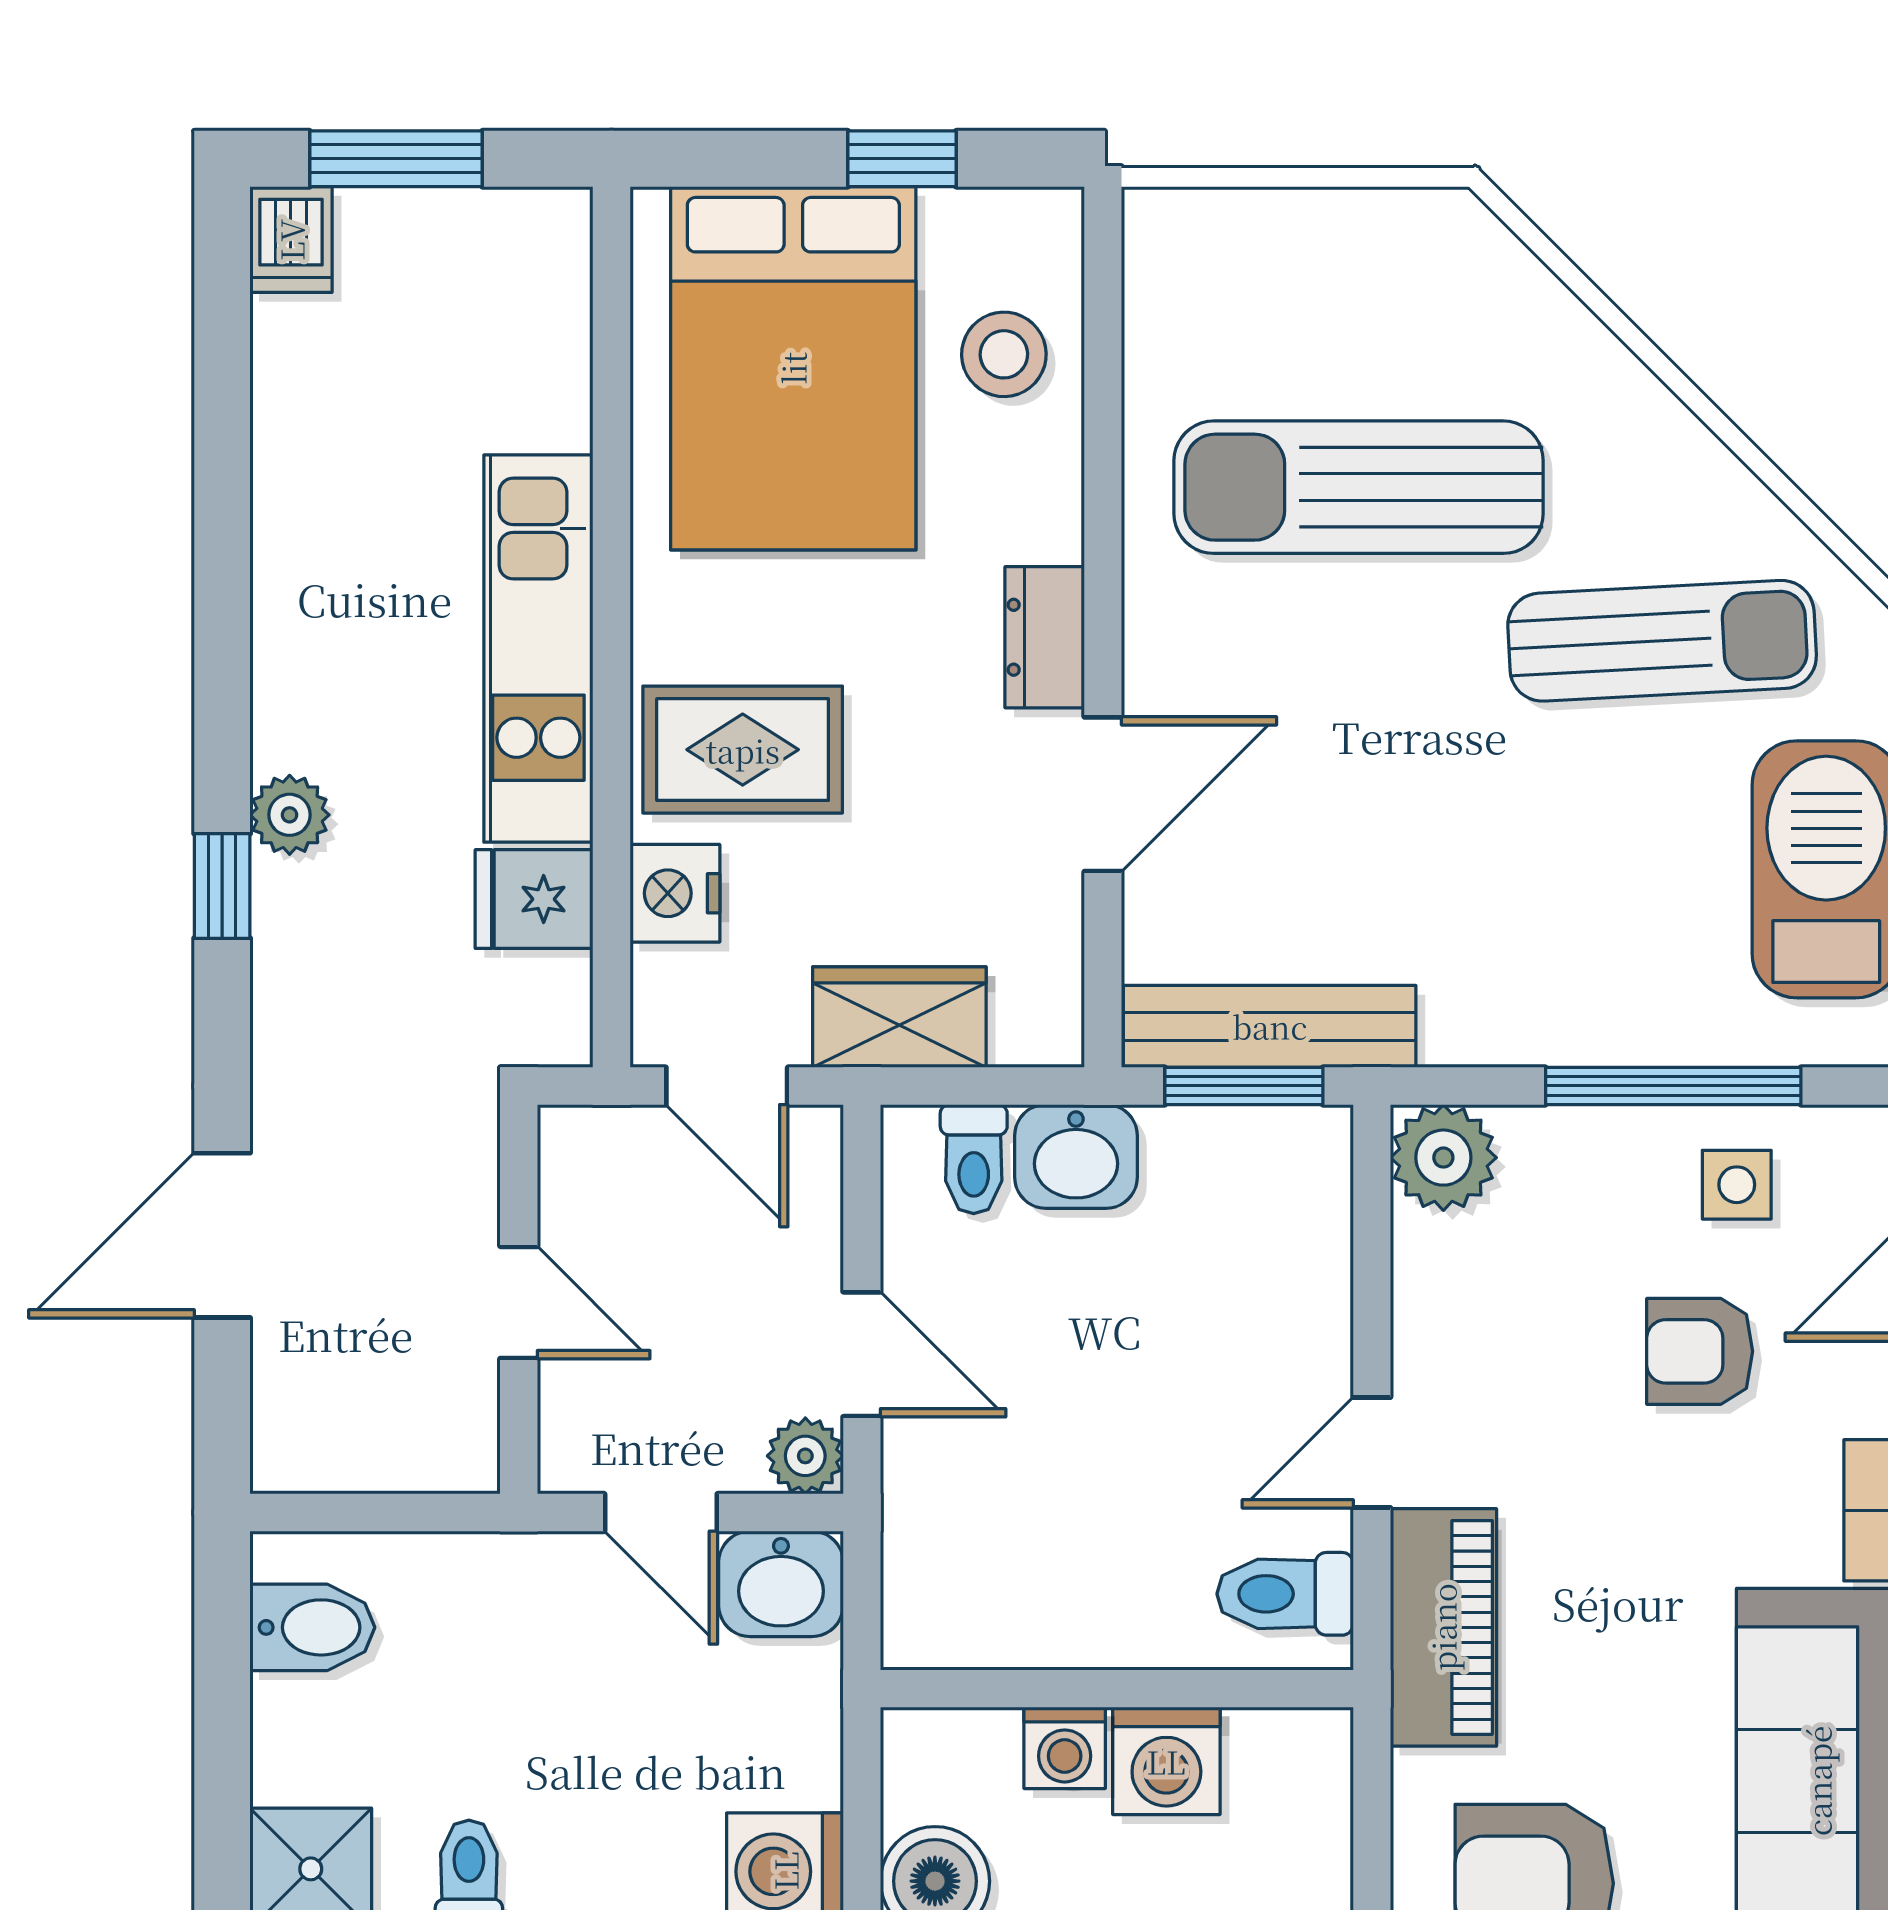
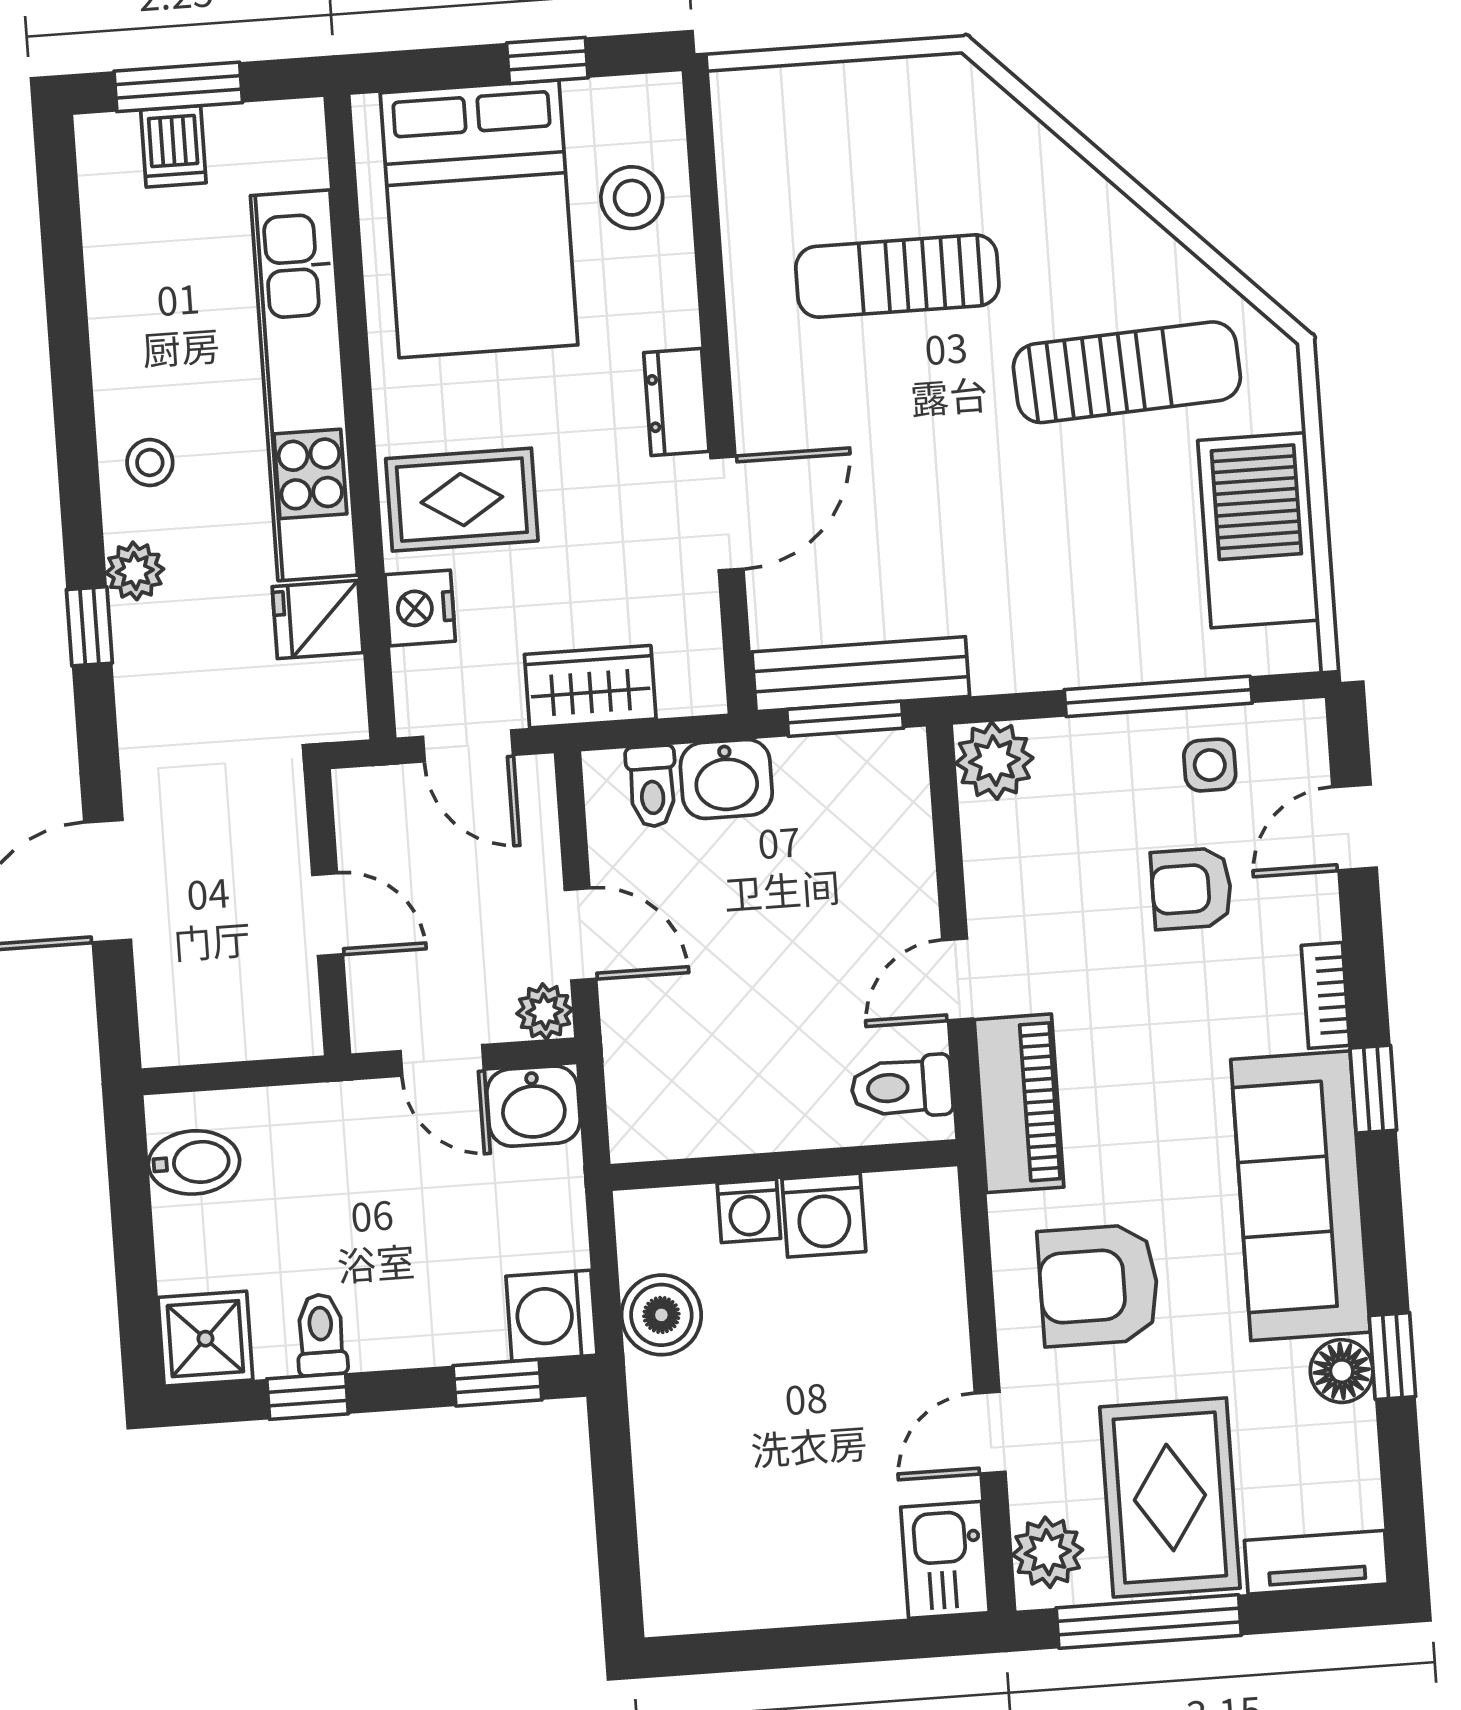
dishwasher: (291, 240) -> (173, 146), moved
sun lounger: (1359, 487) -> (897, 276), width x0.73, depth x0.75
kitchen unit: (538, 649) -> (304, 385), width x1.36
stool: (321, 668) -> (150, 463), added

